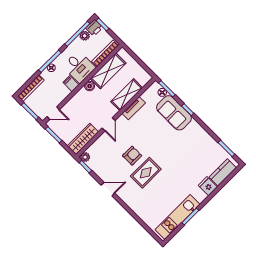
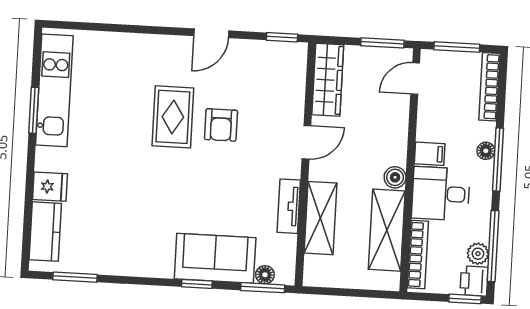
door: (109, 124) -> (306, 142), swing flipped
plant: (85, 157) -> (297, 53), removed

